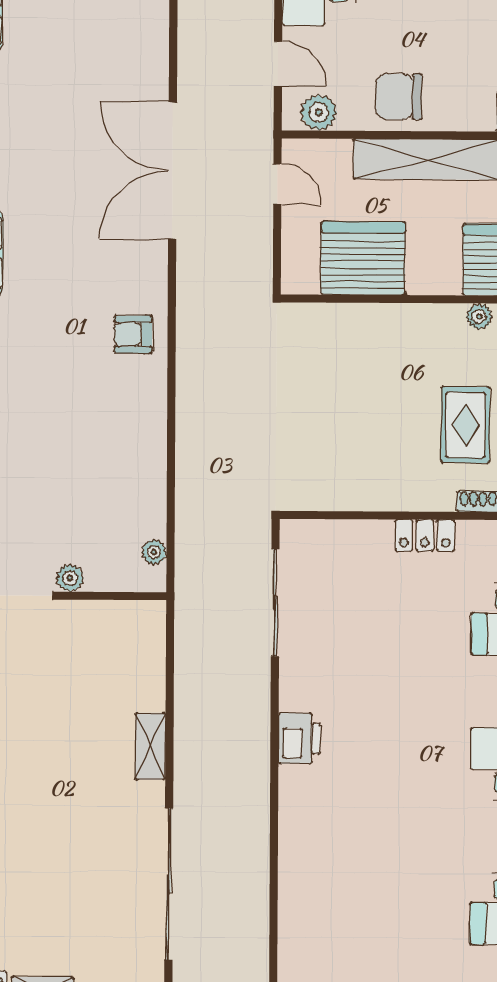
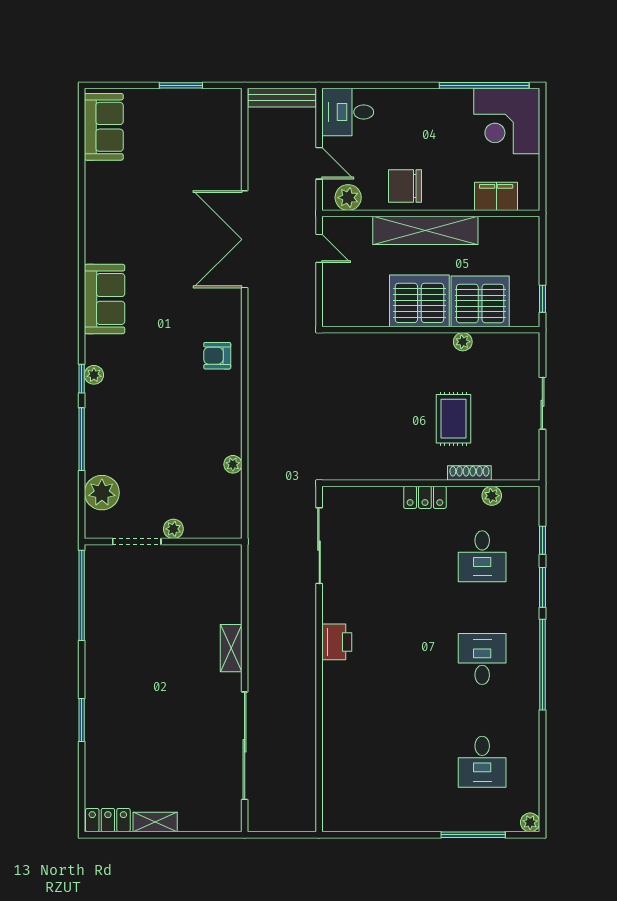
server rack: (363, 258) -> (419, 301), moved
plant: (154, 552) -> (233, 464), moved

